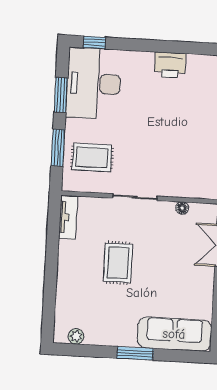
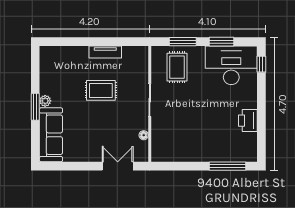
tv unit: (68, 217) -> (105, 52), moved
plant: (76, 336) -> (45, 101), moved

